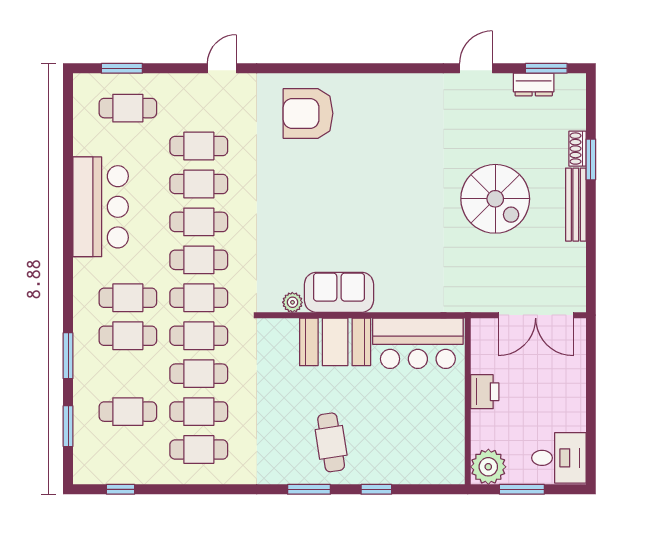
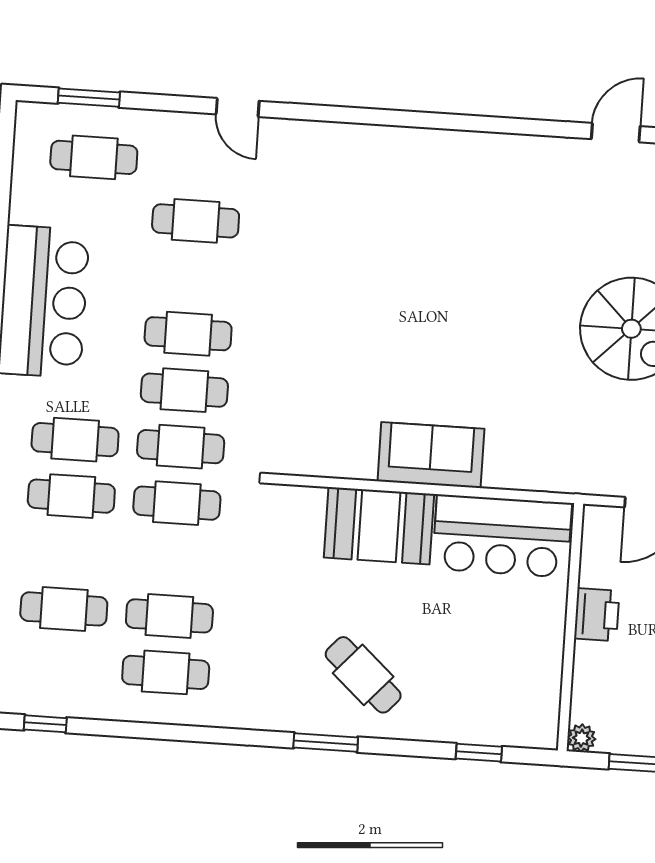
door: (222, 68) -> (238, 108), swing flipped
armchair: (308, 113) -> (361, 183), removed
cafe table: (199, 184) -> (192, 277), removed
sofa: (339, 292) -> (431, 455), moved
plant: (292, 302) -> (320, 463), removed
cafe table: (199, 374) -> (173, 560), removed
cafe table: (331, 442) -> (363, 675), turned -39
plant: (488, 467) -> (582, 738), width x0.53, depth x0.53
window: (376, 489) -> (479, 753), moved

